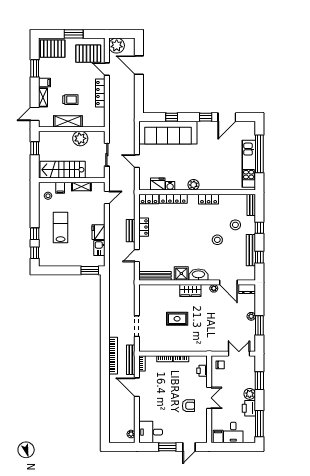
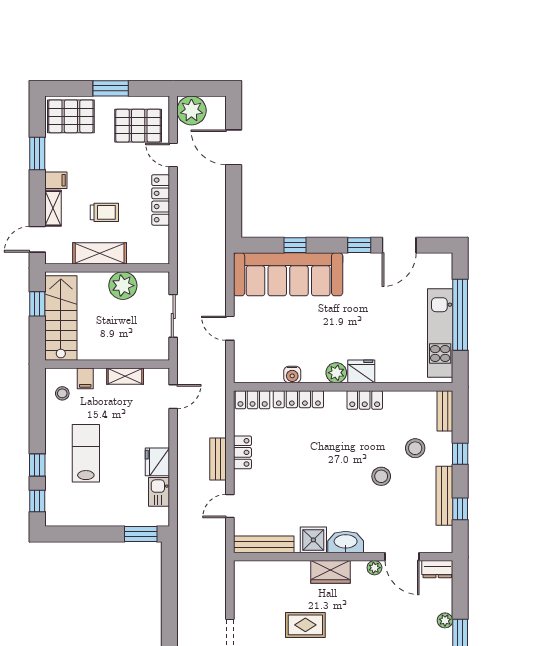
stairs: (63, 170) -> (61, 318), moved, turned 90
fridge: (158, 184) -> (361, 371), moved

